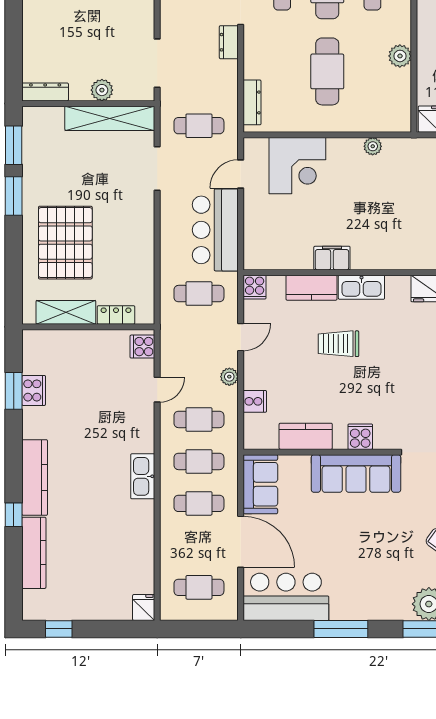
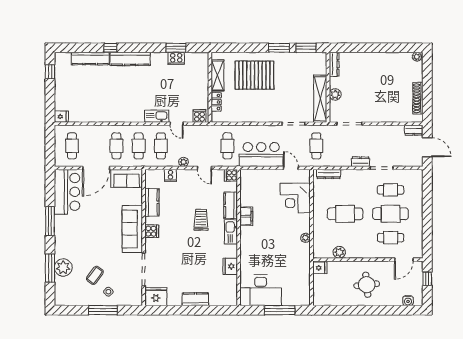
plant: (400, 56) -> (339, 252), moved
kitchen sink: (143, 476) -> (157, 116), moved

